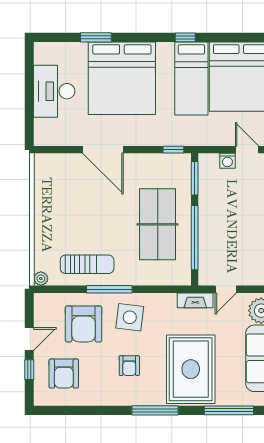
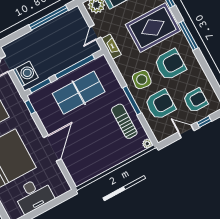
washing machine: (227, 161) -> (26, 74), width x1.89, depth x1.89
door: (226, 289) -> (95, 32), swing flipped
armchair: (129, 366) -> (170, 65), width x1.88, depth x1.88

